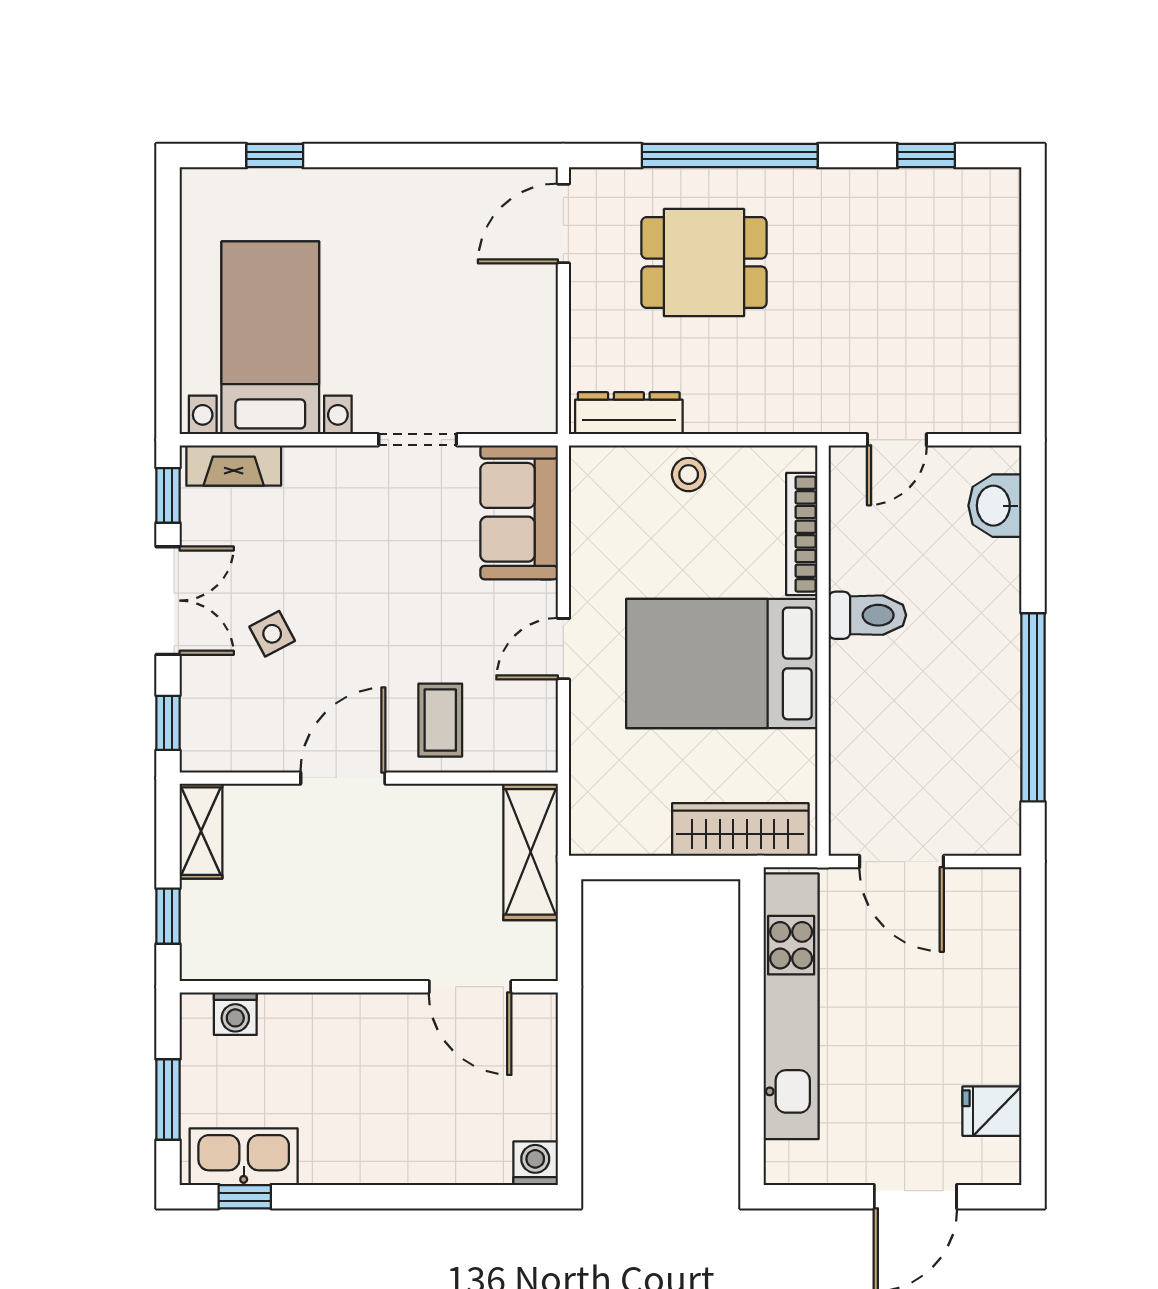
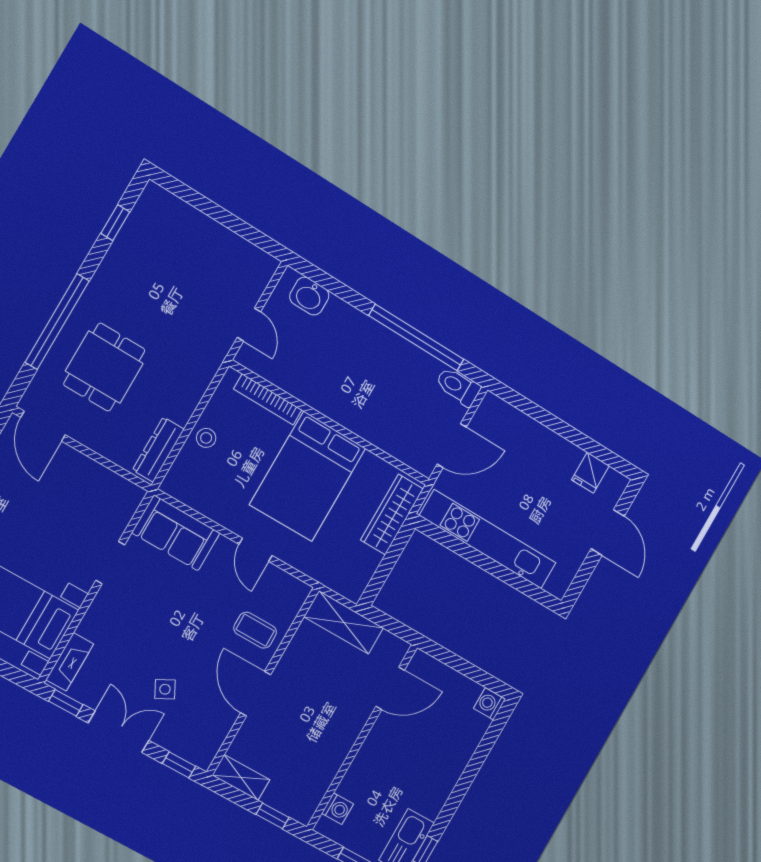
toilet: (867, 615) -> (458, 387), moved, turned -90

